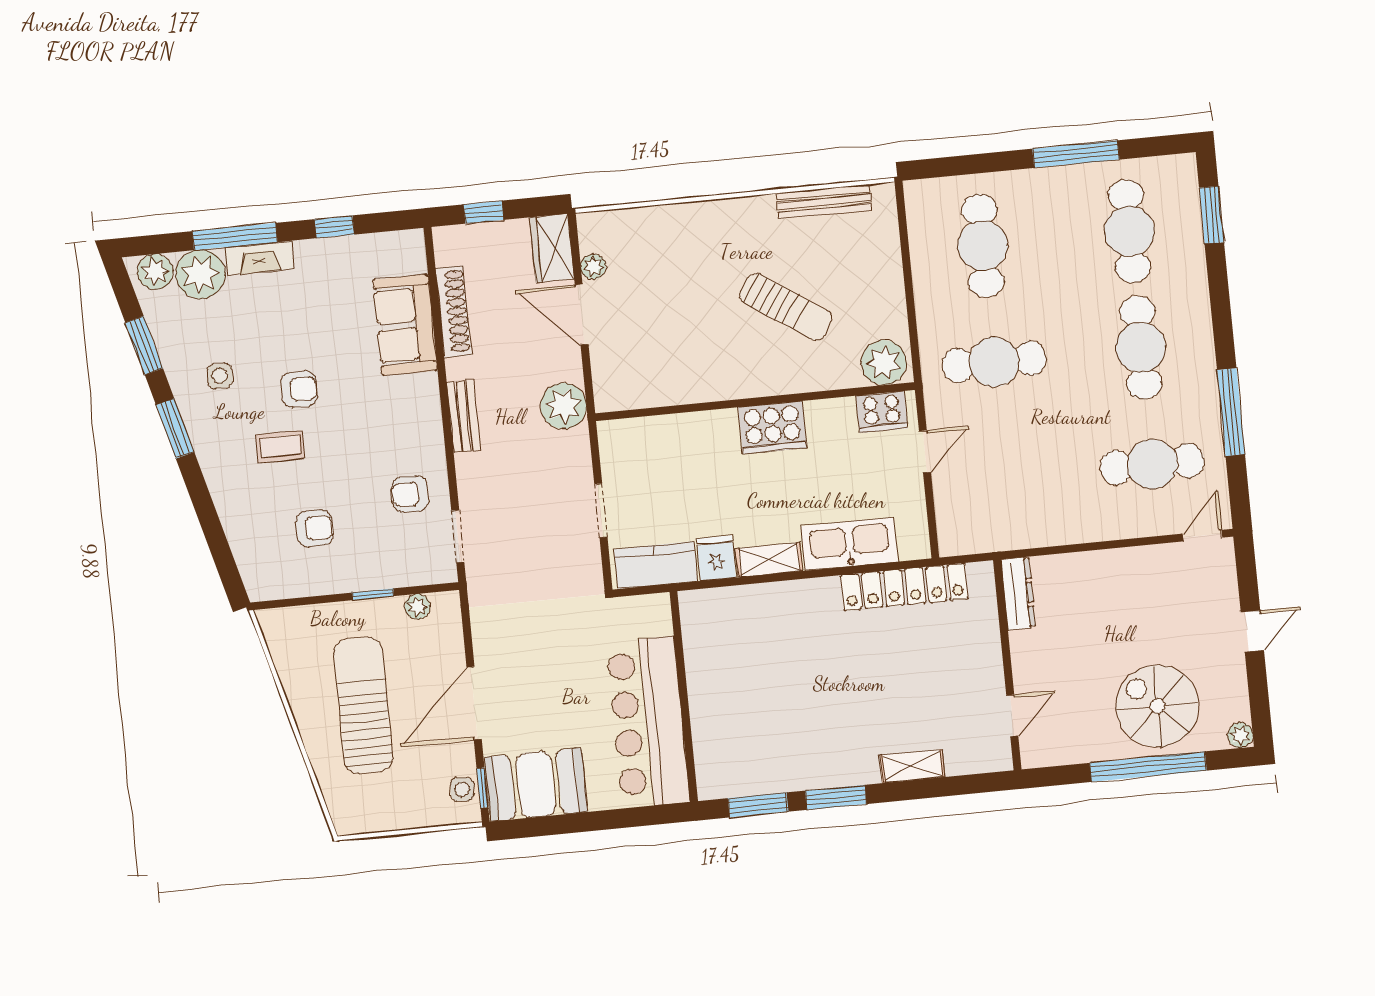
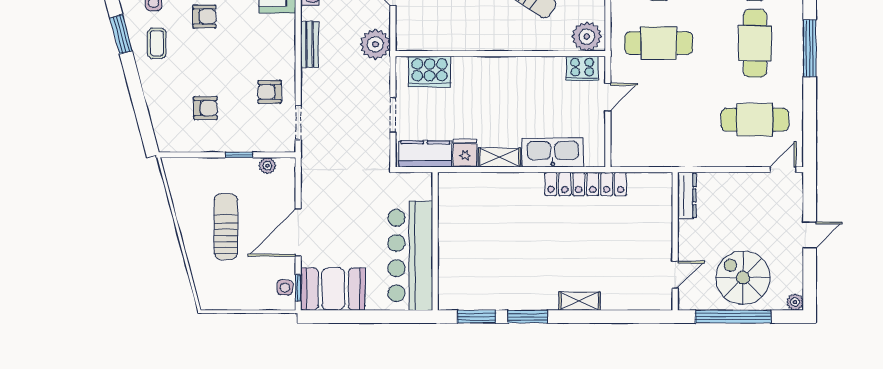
window: (1231, 412) -> (810, 48), moved
cooker: (772, 428) -> (430, 72), moved
coffee table: (280, 446) -> (157, 43), moved, turned 90
dresser: (1018, 594) -> (687, 195), moved
wall: (1007, 665) -> (675, 241), moved
sun lounger: (363, 705) -> (226, 227), width x0.73, depth x0.75
door: (1012, 716) -> (675, 275), moved

